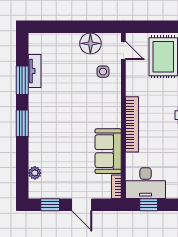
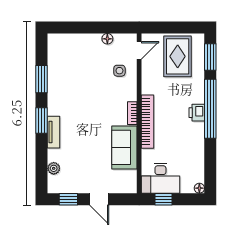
floor lamp: (90, 43) -> (107, 39), width x0.53, depth x0.53
door: (123, 51) -> (139, 50), hinge flipped
tv unit: (35, 71) -> (54, 132), moved
bookcase: (116, 187) -> (132, 113), moved

